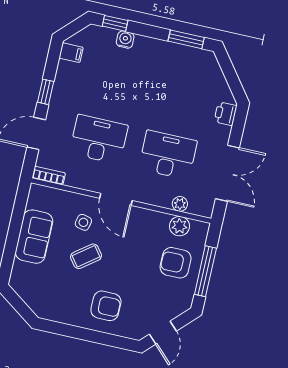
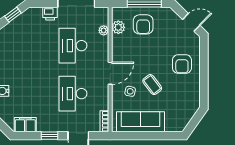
filing cabinet: (71, 53) -> (25, 125), width x2.00
window: (232, 78) -> (13, 15), added
printer: (225, 114) -> (50, 14), moved
sofa: (34, 237) -> (141, 122), width x1.36
armchair: (106, 306) -> (182, 64), turned 180

